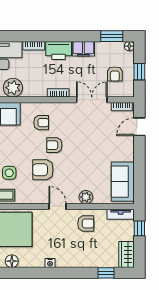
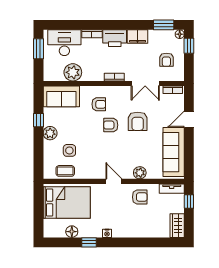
window: (139, 72) -> (189, 46), moved
double door: (92, 100) -> (145, 83), swing flipped
door: (139, 127) -> (189, 119), moved
armchair: (43, 170) -> (138, 121), moved, turned -90
sofa: (123, 182) -> (174, 152), width x1.36
window: (106, 273) -> (89, 242), moved

